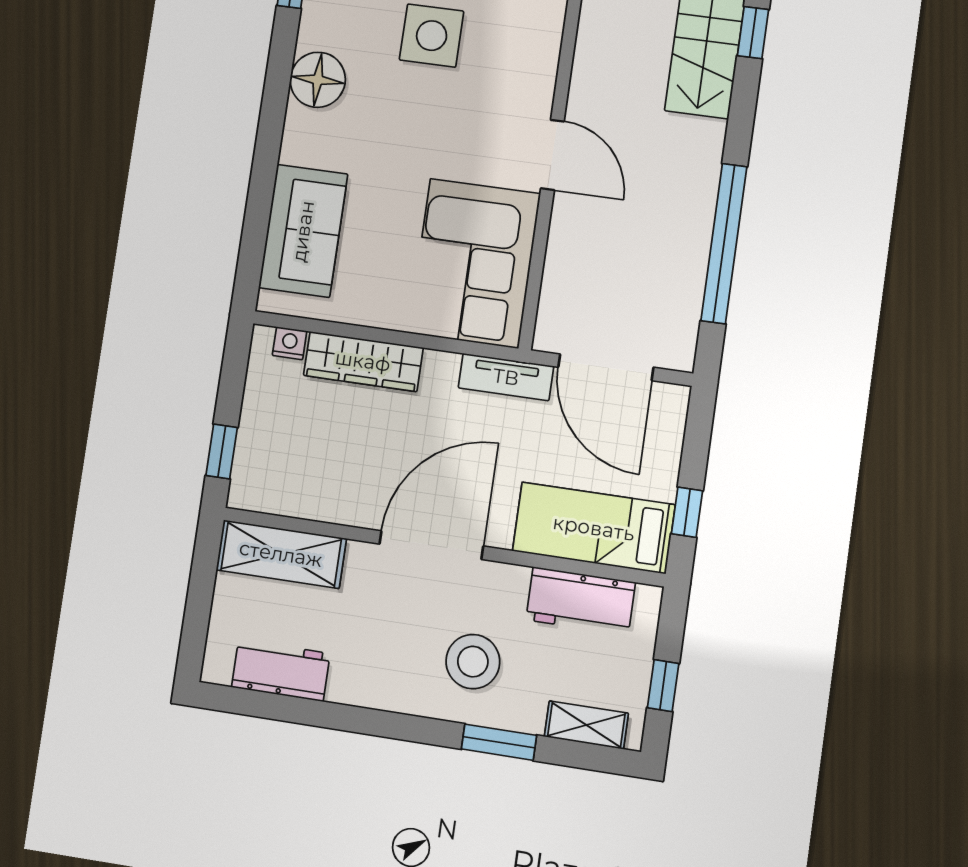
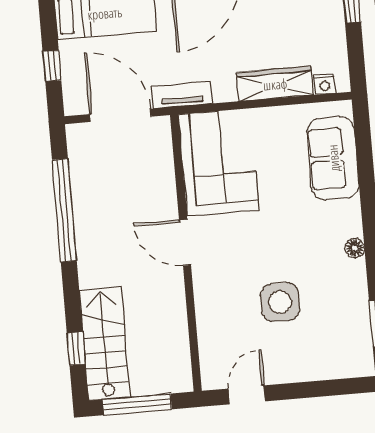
floor lamp: (318, 80) -> (355, 248), width x0.53, depth x0.53
window: (687, 512) -> (52, 66), moved

